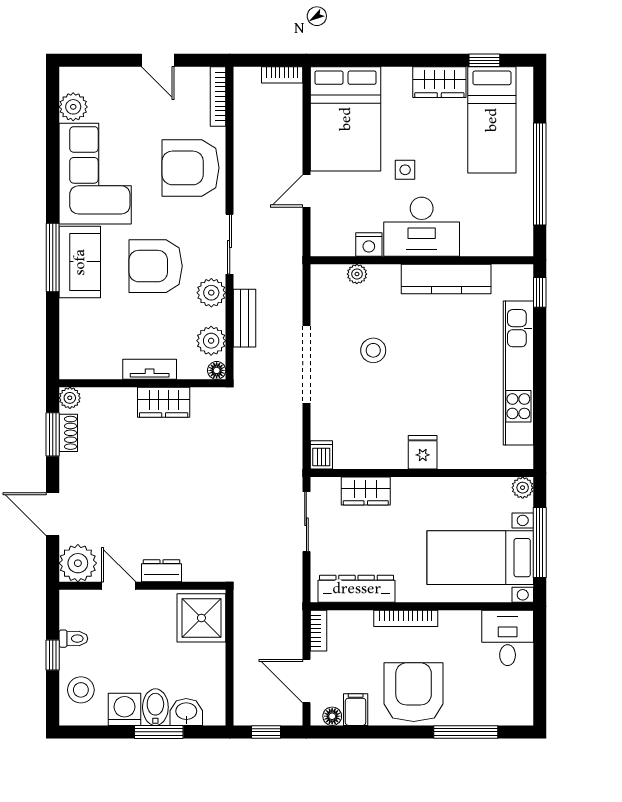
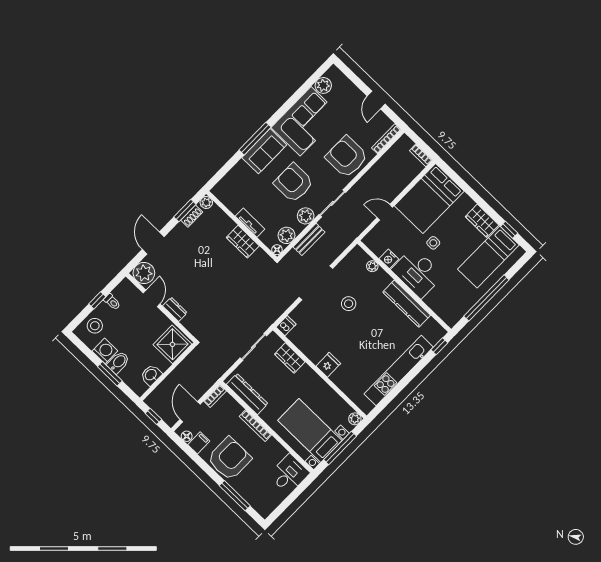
washbasin: (186, 712) -> (151, 375), moved, turned -90

